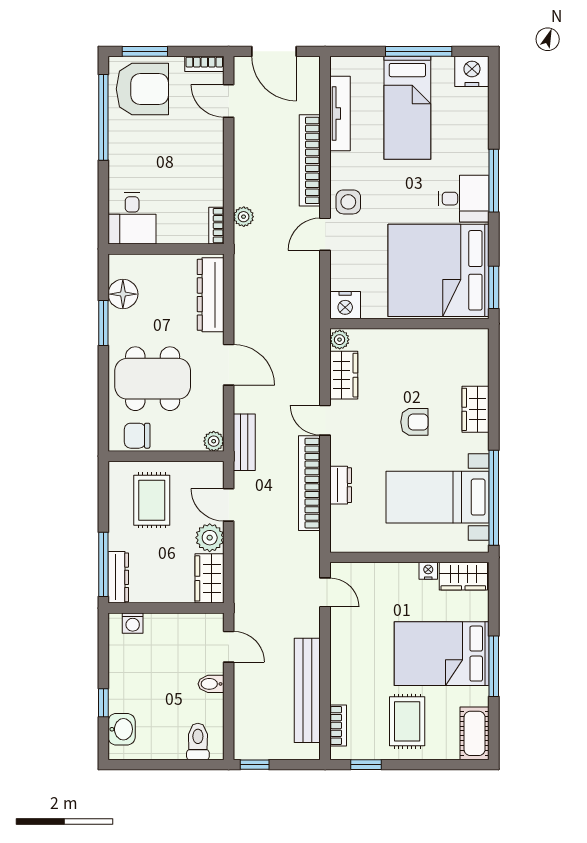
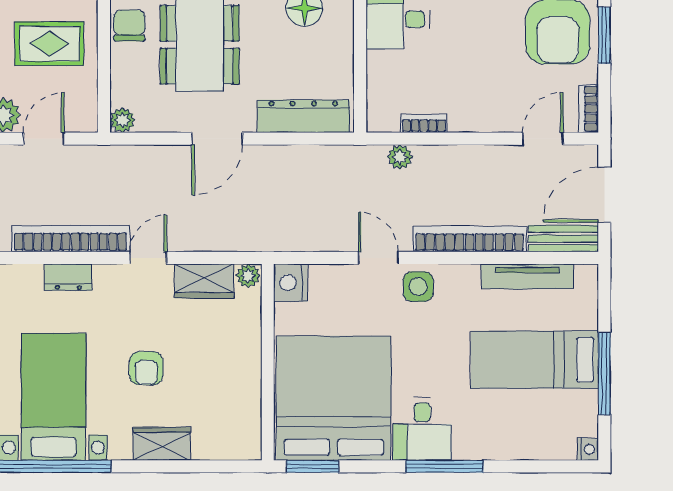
nightstand: (472, 71) -> (588, 449), width x0.53, depth x0.56
bookcase: (216, 226) -> (424, 124), moved
bench: (244, 442) -> (563, 239), moved

